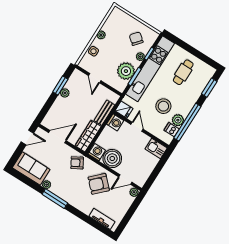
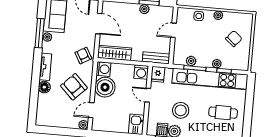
chair: (136, 39) -> (234, 39), moved
plant: (126, 71) -> (191, 61), width x0.53, depth x0.53
bench: (104, 113) -> (156, 58), moved
door: (137, 127) -> (148, 95), swing flipped
door: (125, 180) -> (91, 110), hinge flipped
window: (55, 199) -> (40, 33), moved
floor lamp: (86, 208) -> (44, 87), added
tv unit: (102, 219) -> (45, 67), moved

